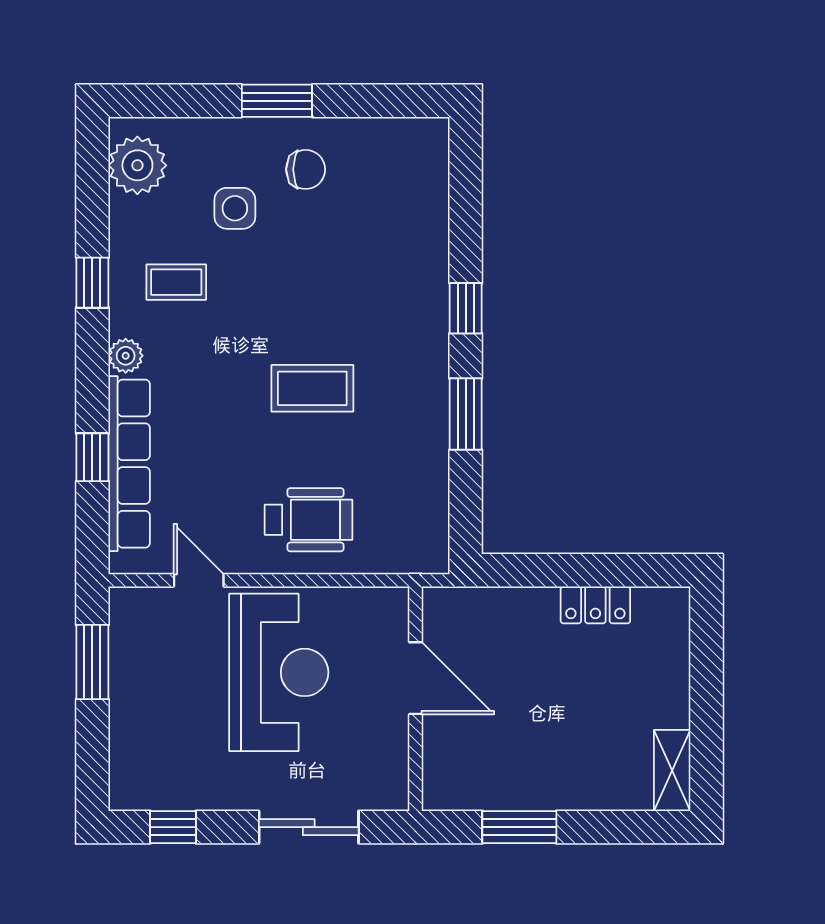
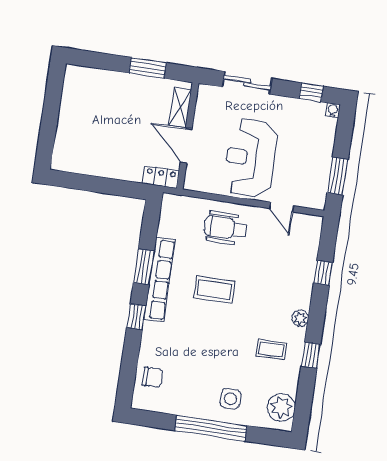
window: (277, 101) -> (211, 428), width x2.11
chair: (306, 169) -> (152, 377), moved, turned 180
side table: (235, 208) -> (230, 399), moved
row of seats: (129, 464) -> (160, 279), moved, turned 180
locker: (595, 605) -> (161, 177), moved
shelving: (672, 771) -> (180, 107), moved
water cooler: (123, 797) -> (333, 110), added

